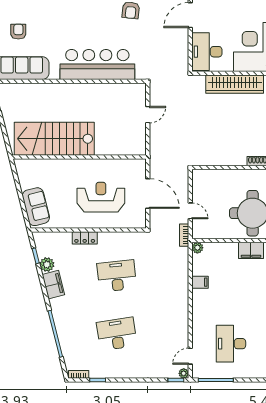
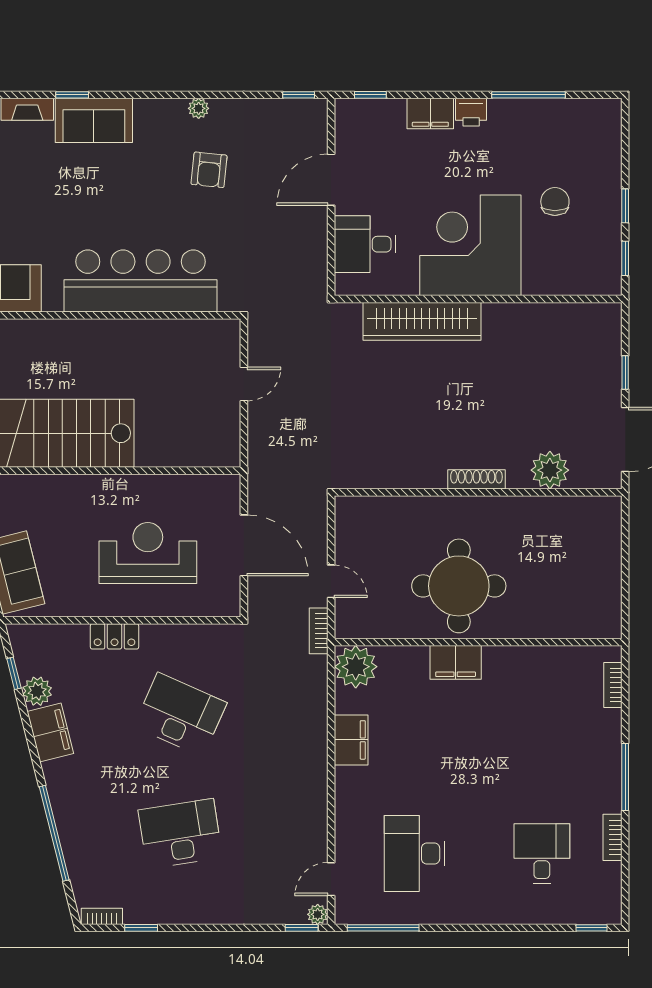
desk: (207, 52) -> (365, 244), width x0.73
plant: (197, 248) -> (356, 667), width x1.87, depth x1.87
desk: (117, 276) -> (180, 715), turned 30
filing cabinet: (200, 282) -> (351, 740), width x2.00

